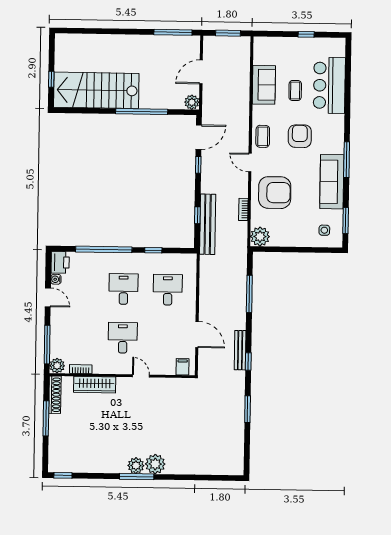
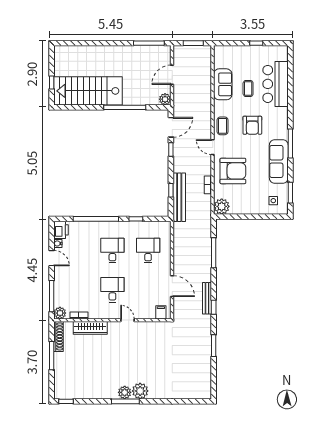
armchair: (300, 136) -> (252, 125), turned 180

